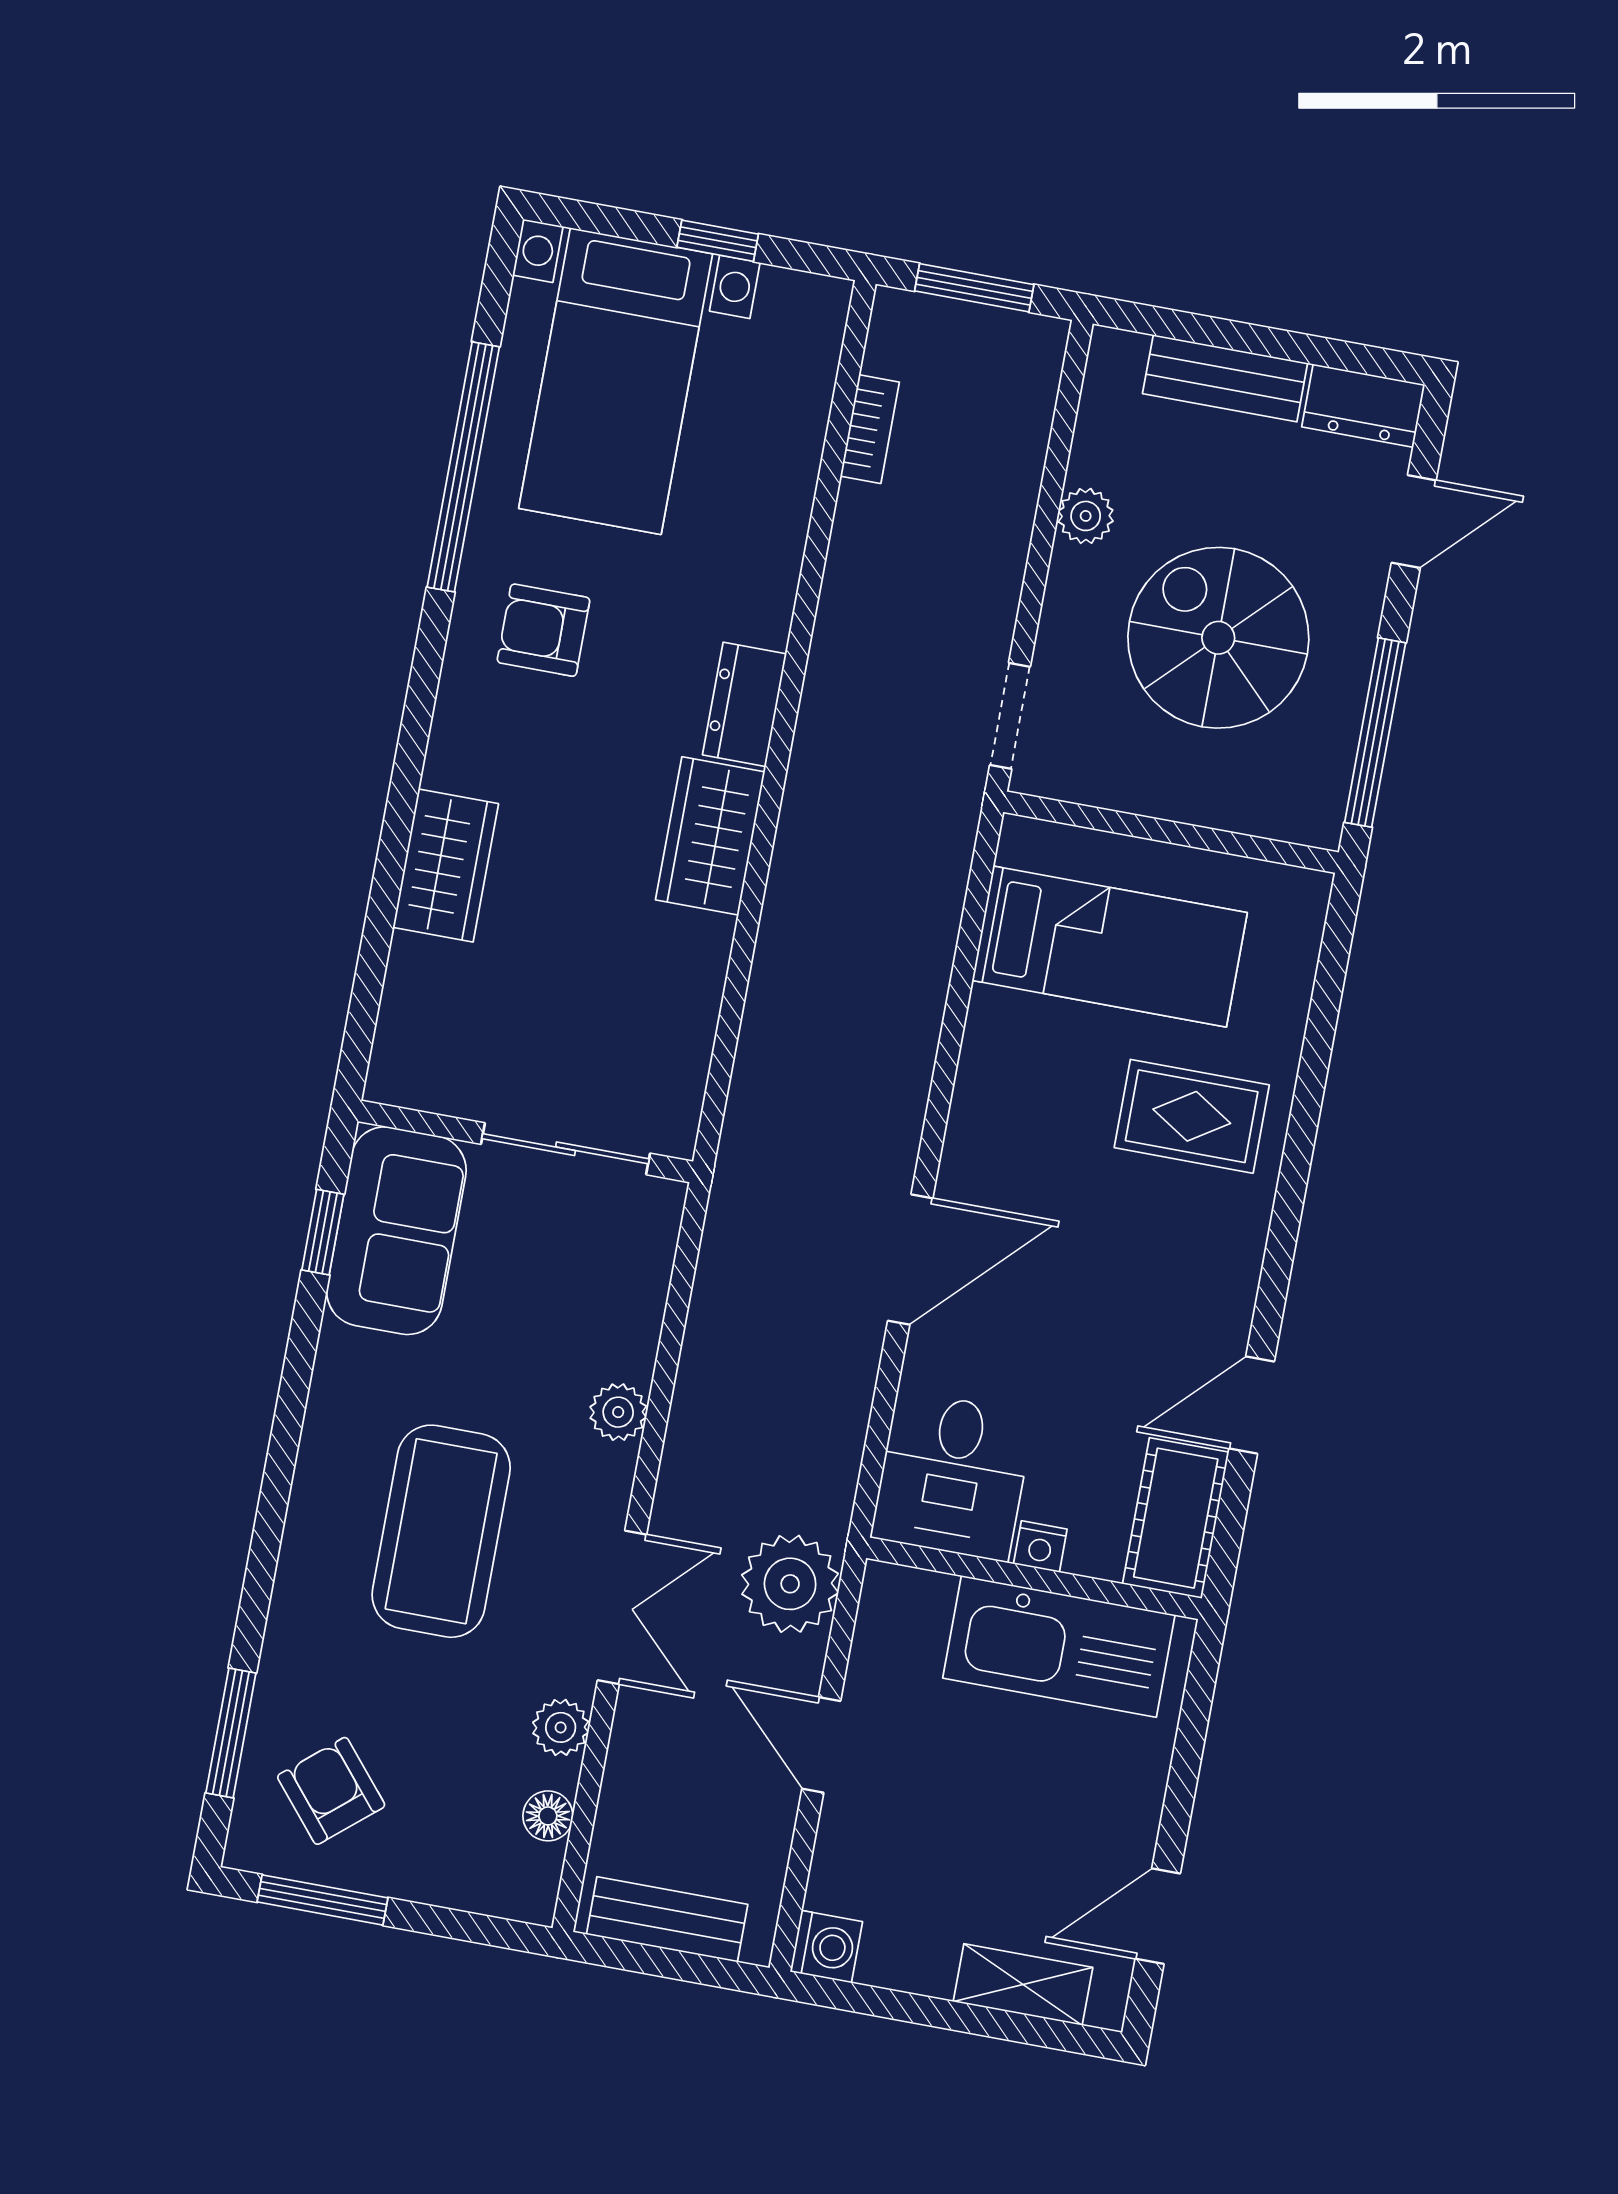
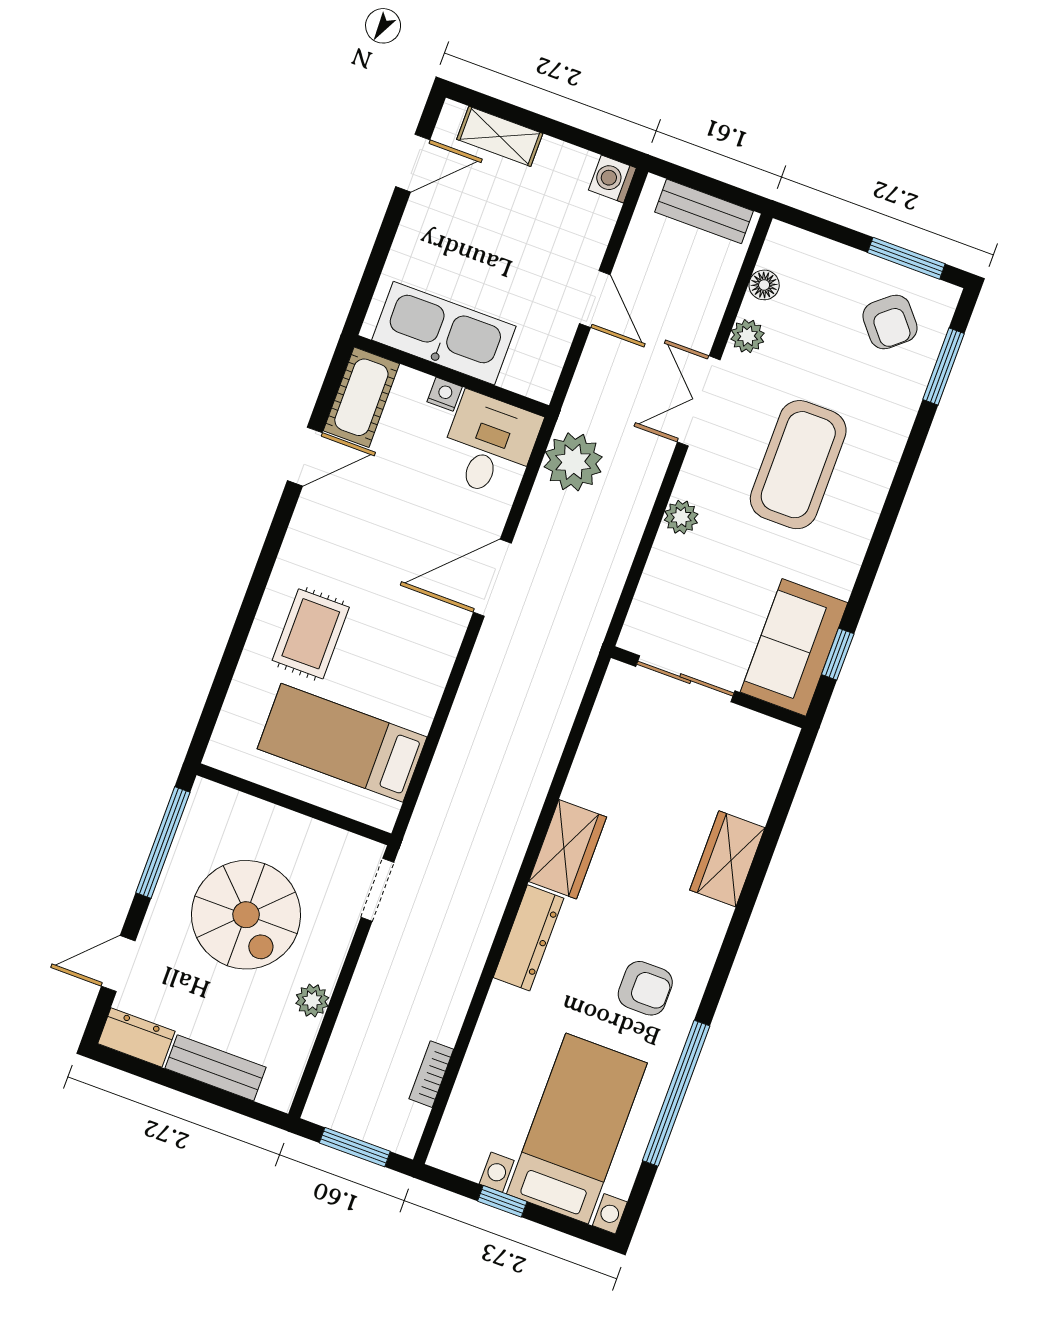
dresser: (745, 704) -> (528, 938), width x1.44
rug: (1192, 1116) -> (311, 634), turned 90
plant: (790, 1584) -> (573, 462), moved

